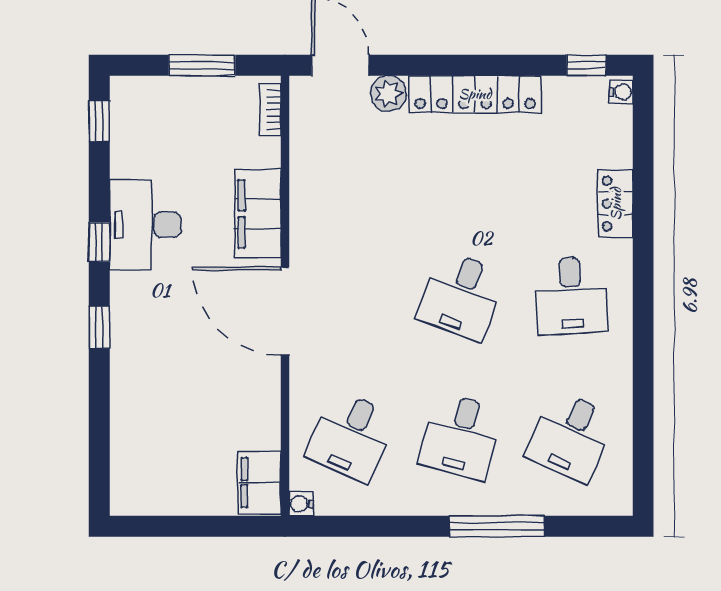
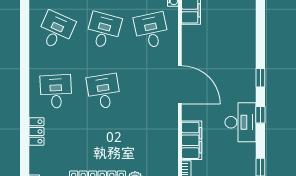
filing cabinet: (258, 214) -> (192, 140), moved
desk: (461, 296) -> (104, 91), turned -30
desk: (351, 436) -> (151, 30), turned -36

